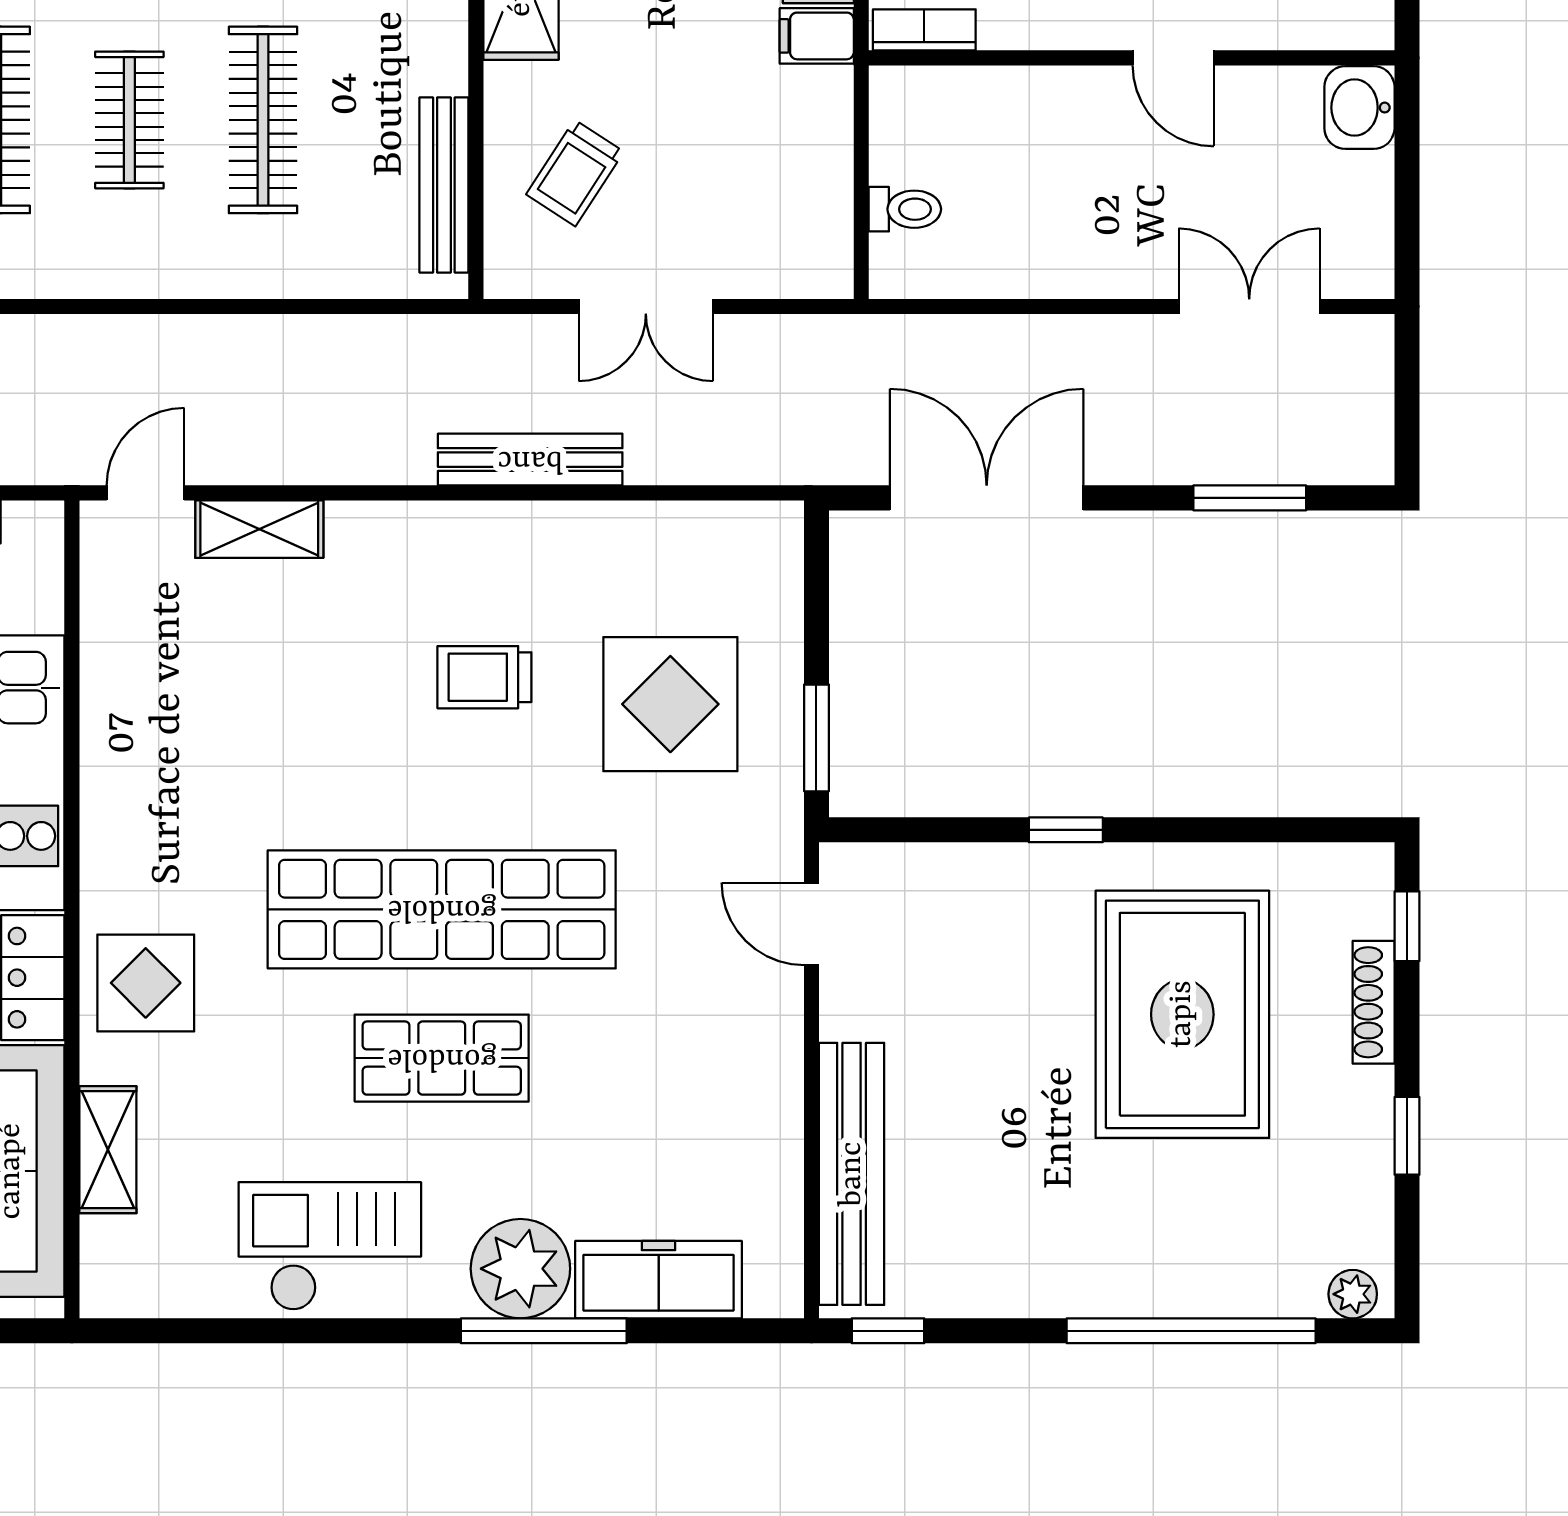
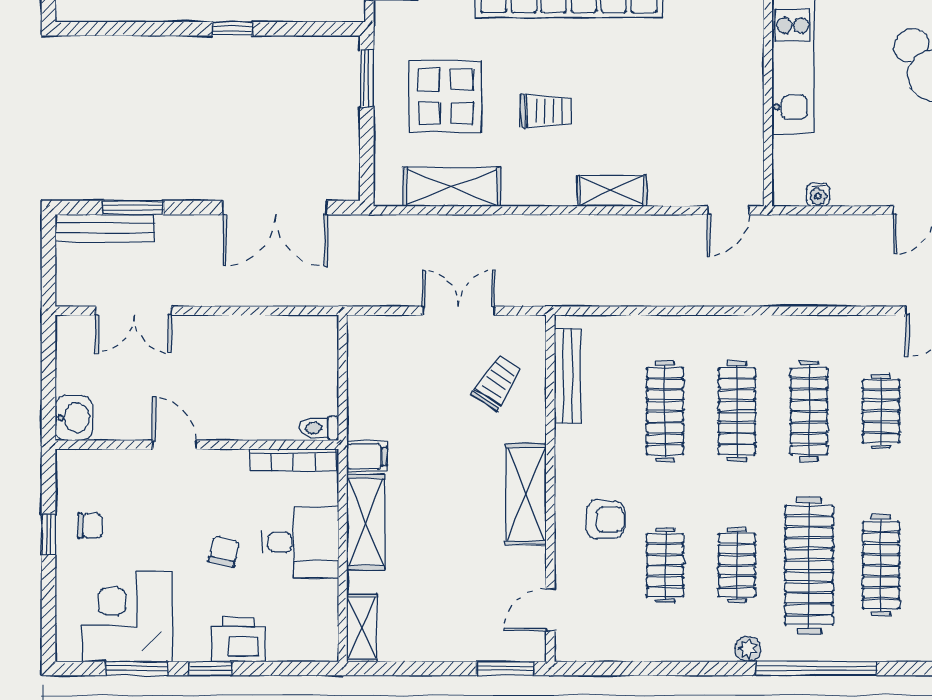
bookcase: (924, 30) -> (293, 460), width x1.56
clothes rail: (129, 120) -> (737, 411), width x1.36
toilet: (905, 209) -> (319, 428), moved
bench: (530, 460) -> (105, 228), moved
shelving: (259, 529) -> (612, 191), moved
shelving: (659, 537) -> (452, 187), added

